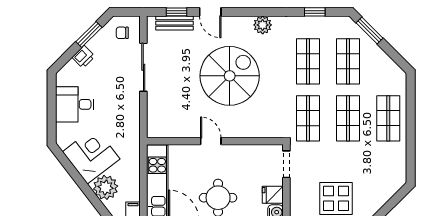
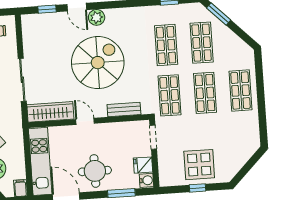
bench: (175, 23) -> (124, 109), moved
plant: (263, 25) -> (97, 17), moved
sliding door: (143, 67) -> (22, 80), moved
wardrobe: (173, 128) -> (50, 112), added

